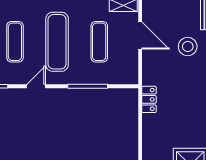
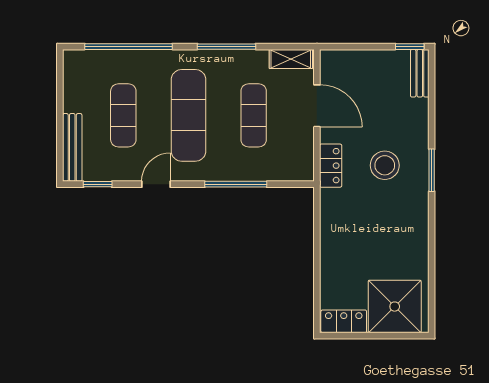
stool: (188, 47) -> (385, 165), moved
locker: (149, 99) -> (331, 166), moved

